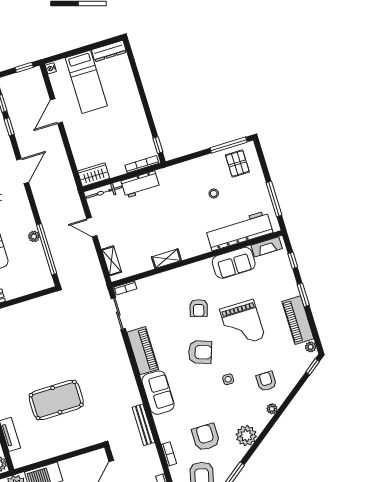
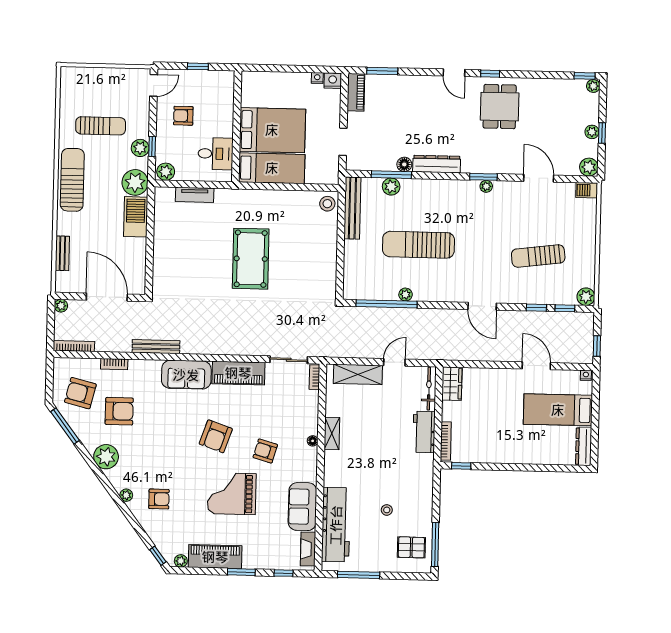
shelving: (112, 261) -> (358, 374), width x1.50, depth x1.33
floor lamp: (178, 272) -> (313, 441), added
side table: (228, 379) -> (175, 457), removed
pool table: (56, 400) -> (251, 259), moved

